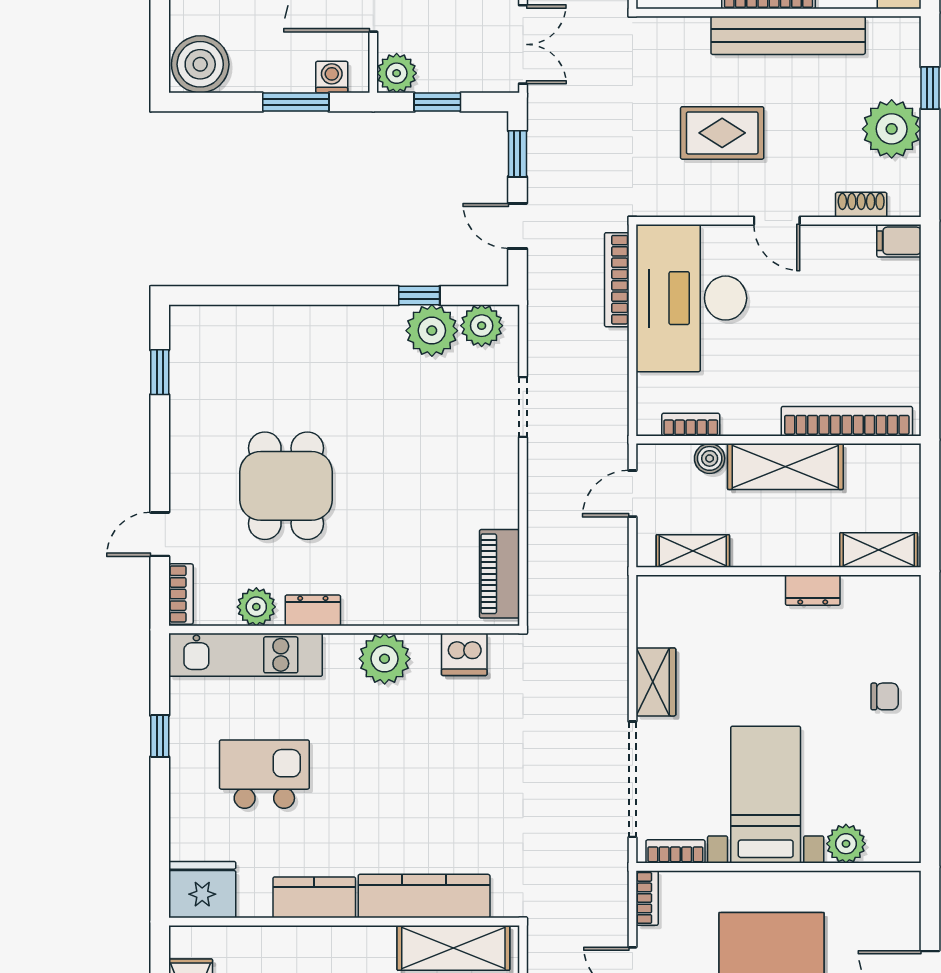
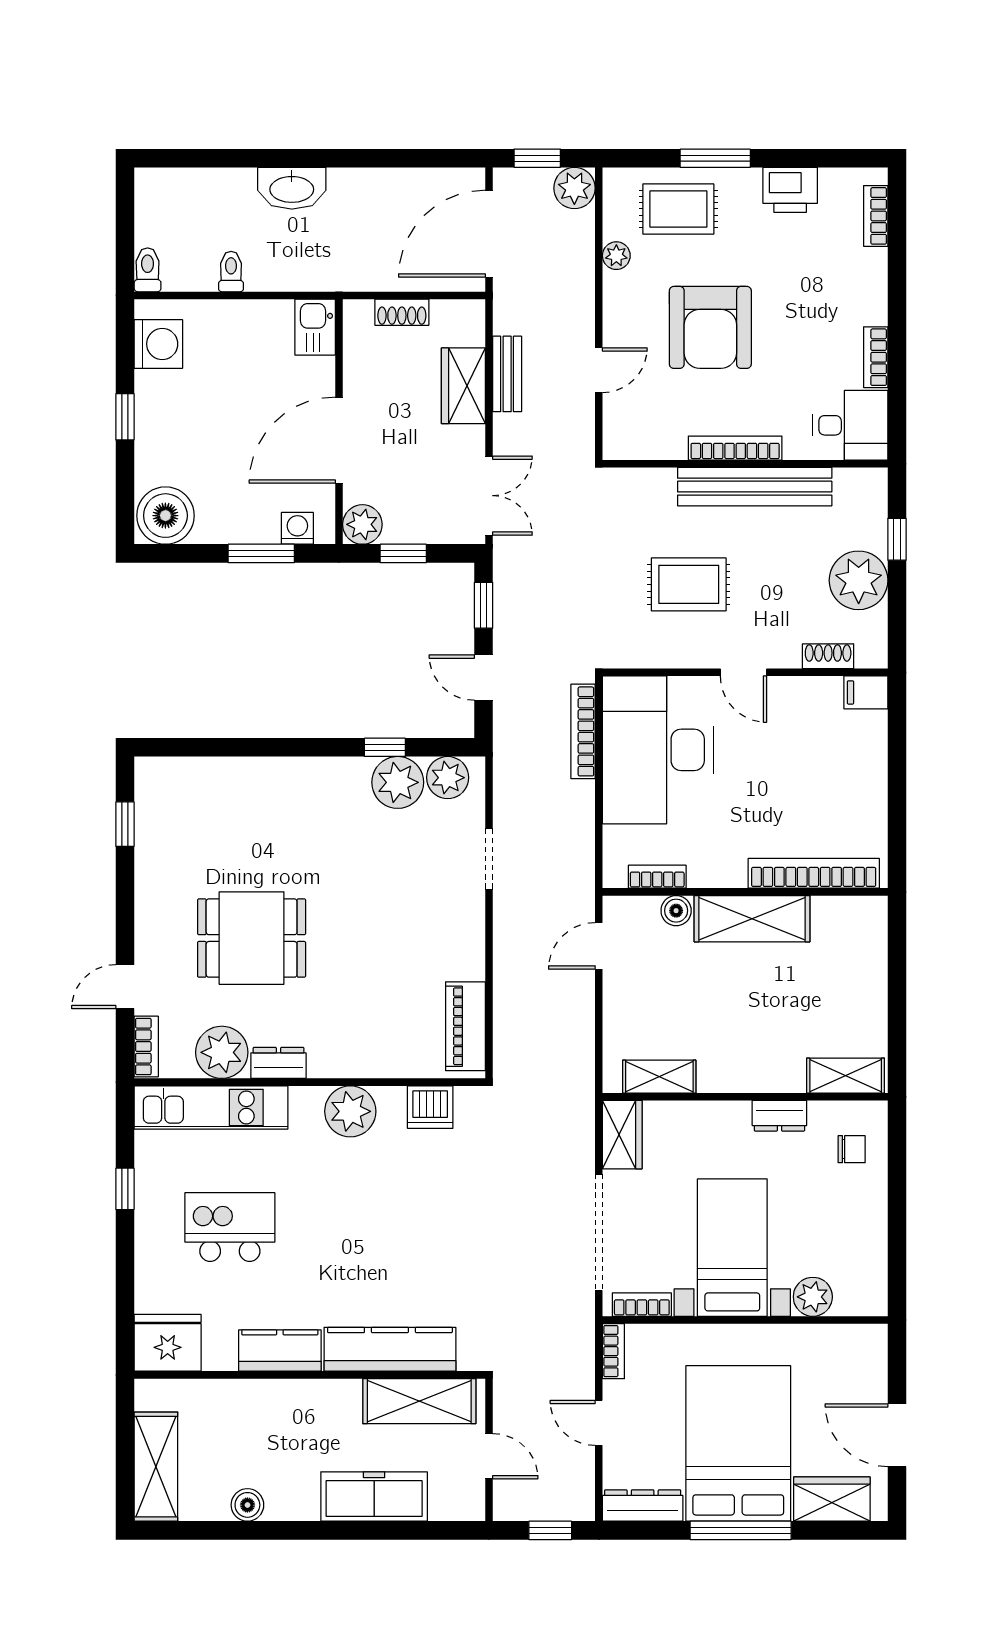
dining table: (286, 486) -> (252, 938), turned 90
shelving: (879, 550) -> (846, 1076), moved
shelving: (693, 551) -> (659, 1077), moved
wall: (778, 571) -> (745, 1097), moved
dresser: (813, 590) -> (779, 1116), moved
plant: (256, 607) -> (222, 1052), width x1.36, depth x1.36

